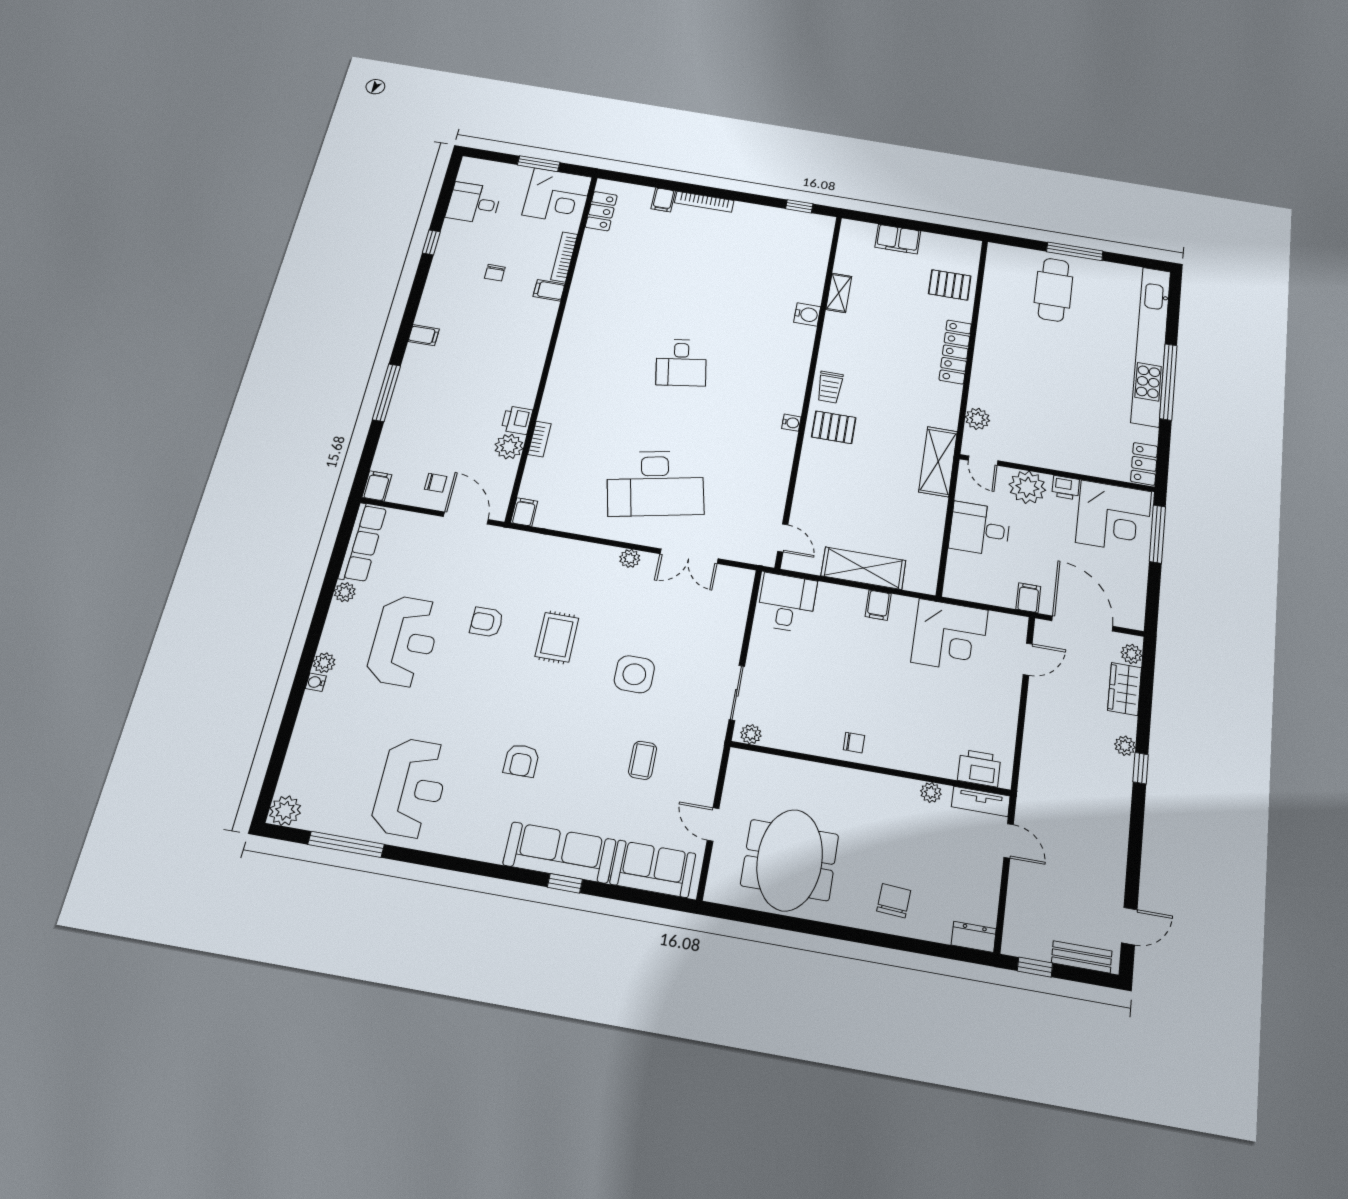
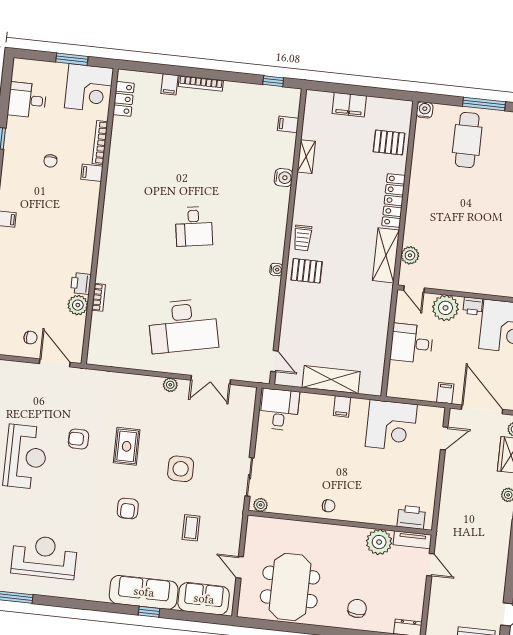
water cooler: (997, 252) -> (425, 110), added
shelving: (938, 462) -> (386, 255), moved
filing cabinet: (524, 512) -> (288, 124), moved, turned -90
armchair: (521, 761) -> (128, 509), moved
reception desk: (411, 788) -> (44, 557), turned -90
plant: (931, 792) -> (379, 542), width x1.88, depth x1.88

